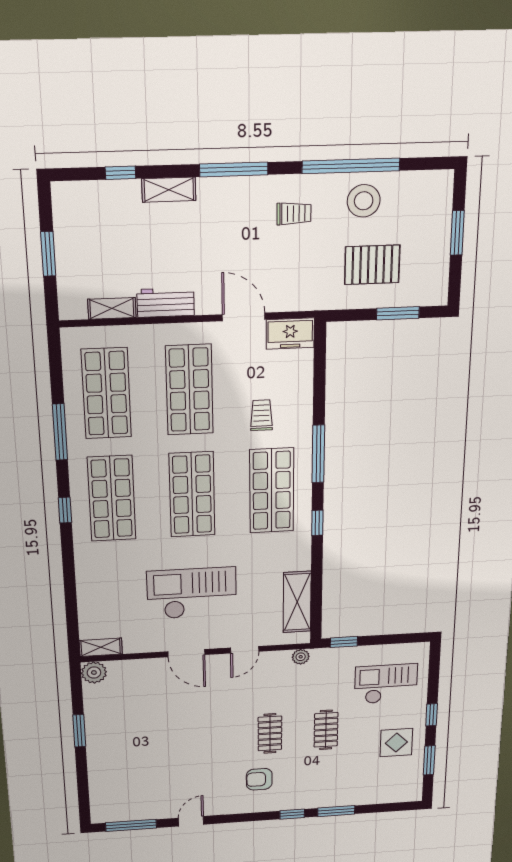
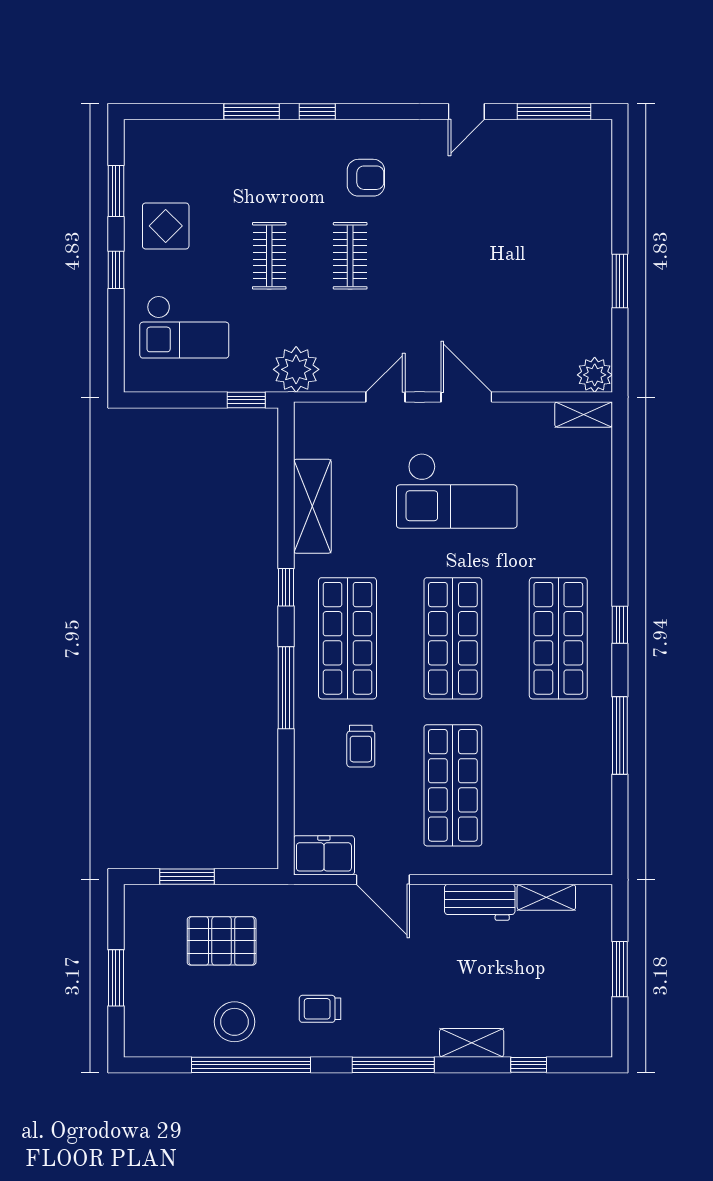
shop shelf: (106, 393) -> (558, 785), removed
shelving: (297, 602) -> (312, 506), moved
plant: (301, 657) -> (296, 369), width x1.87, depth x1.87

